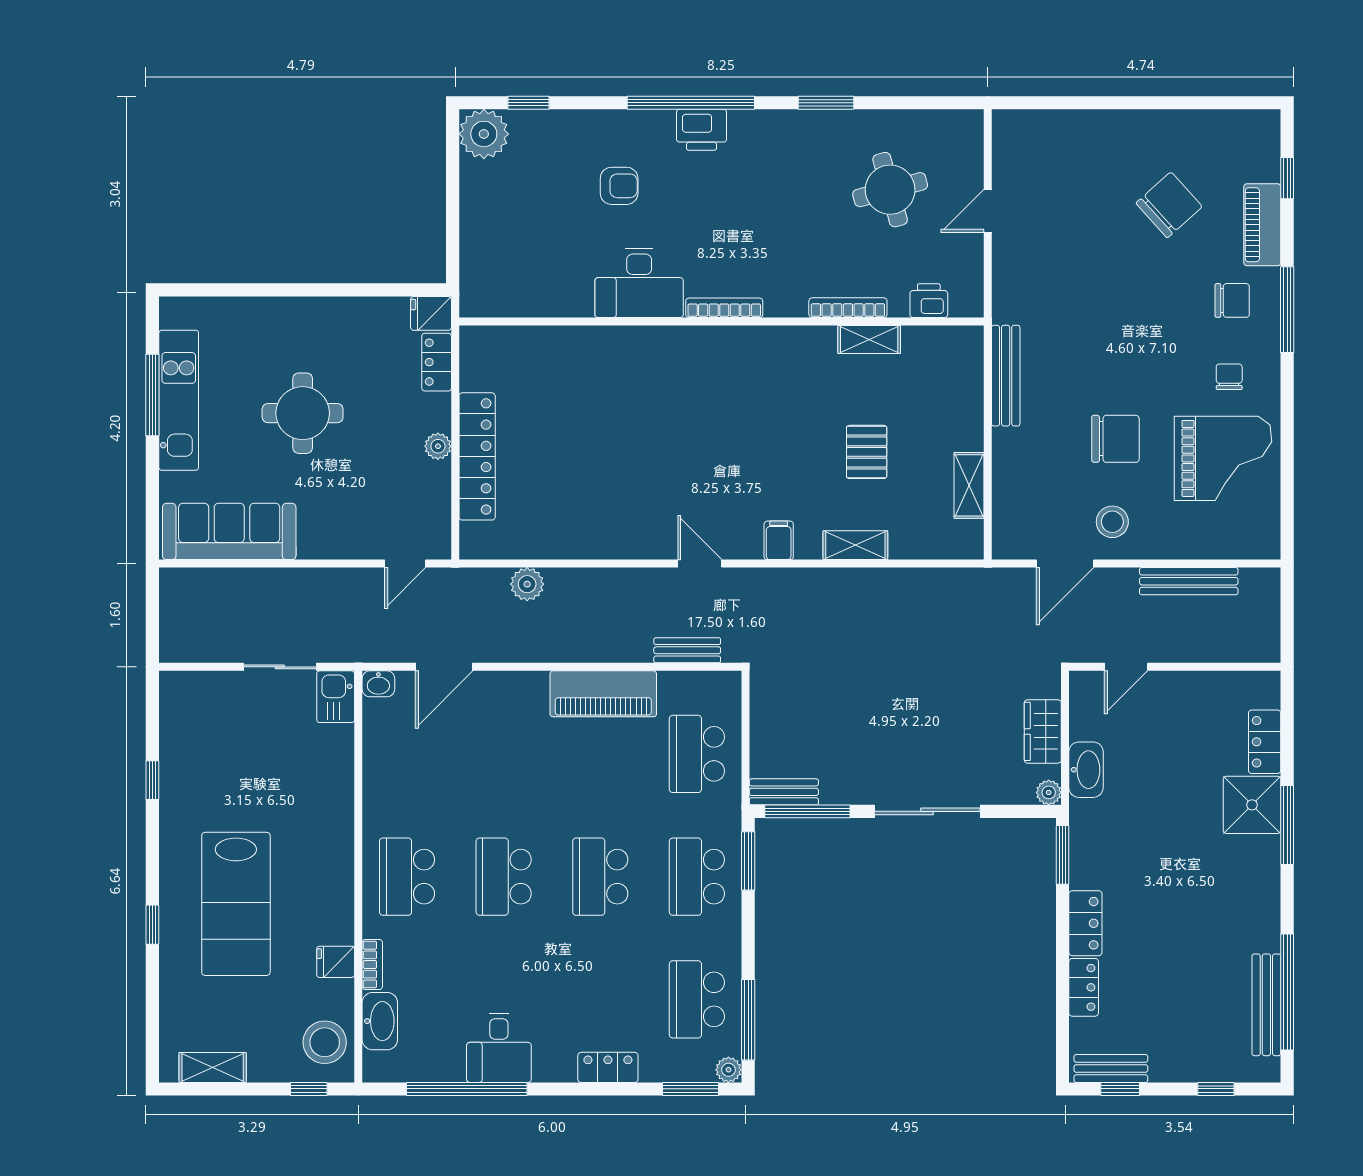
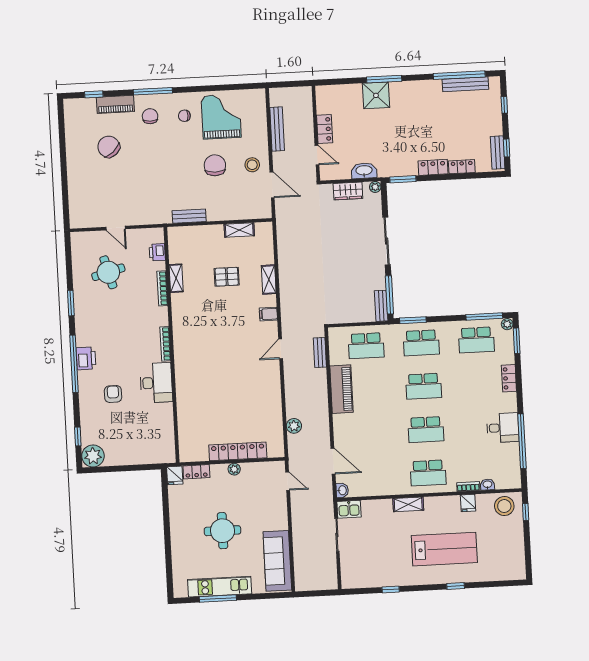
bench: (1006, 376) -> (189, 216), width x0.73
locker: (1265, 742) -> (325, 129), moved, turned -90
washbasin: (380, 1021) -> (487, 485), width x0.52, depth x0.69
shelving: (213, 1067) -> (408, 504), moved, turned 90

